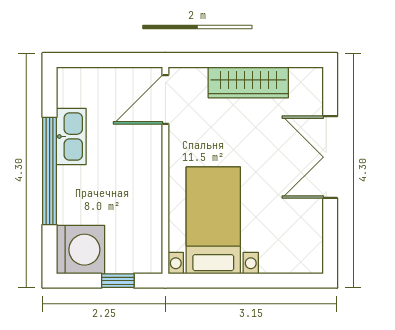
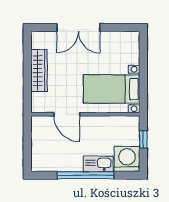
door: (165, 100) -> (67, 114), moved
kitchen sink: (71, 137) -> (98, 164), moved

